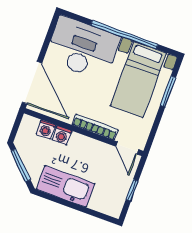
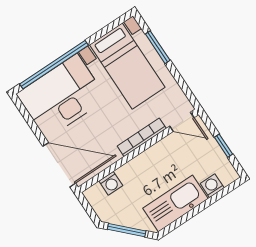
window: (124, 35) -> (54, 65), moved
washing machine: (62, 135) -> (212, 186), moved, turned 180

